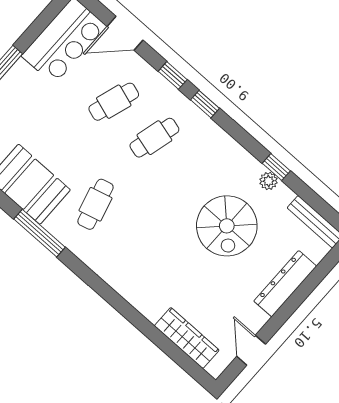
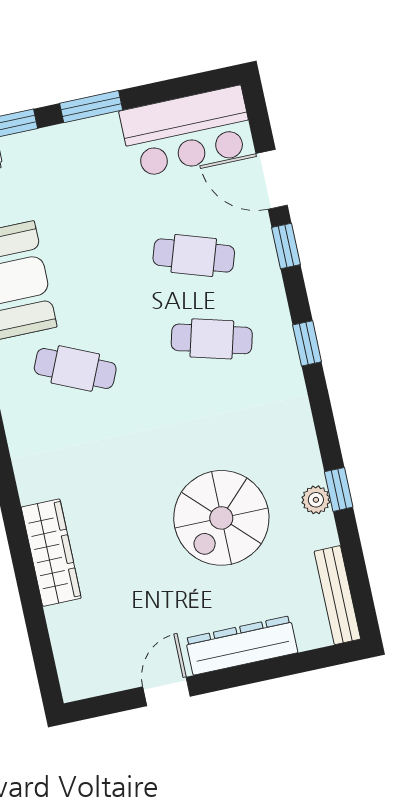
window: (173, 75) -> (286, 246), moved
cafe table: (95, 204) -> (75, 368), turned 39
wardrobe: (187, 338) -> (51, 553), moved
door: (251, 350) -> (167, 692), moved

